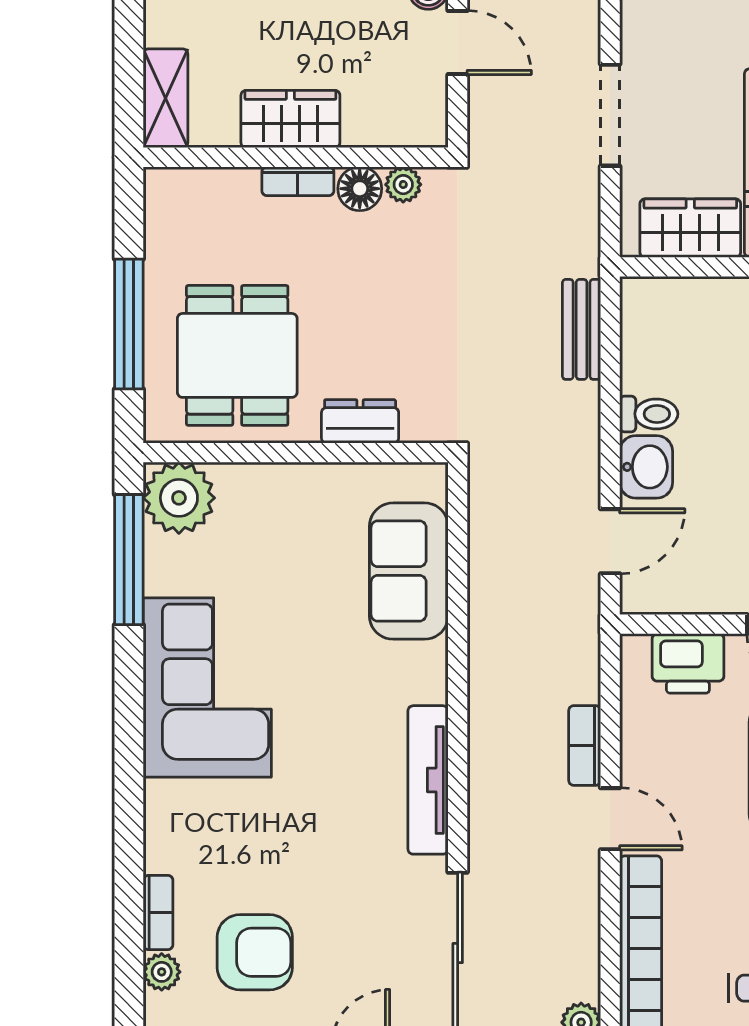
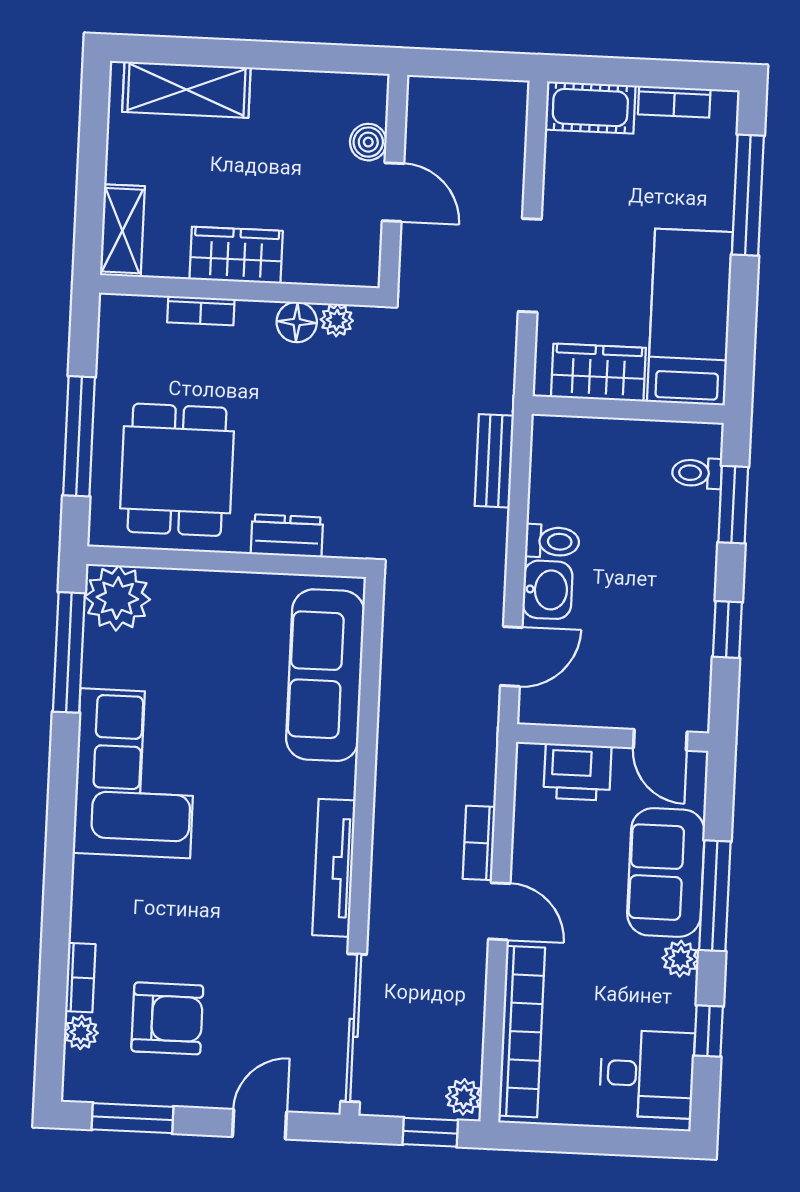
bookcase: (298, 181) -> (201, 311), moved
sofa: (409, 571) -> (325, 675), width x1.36

